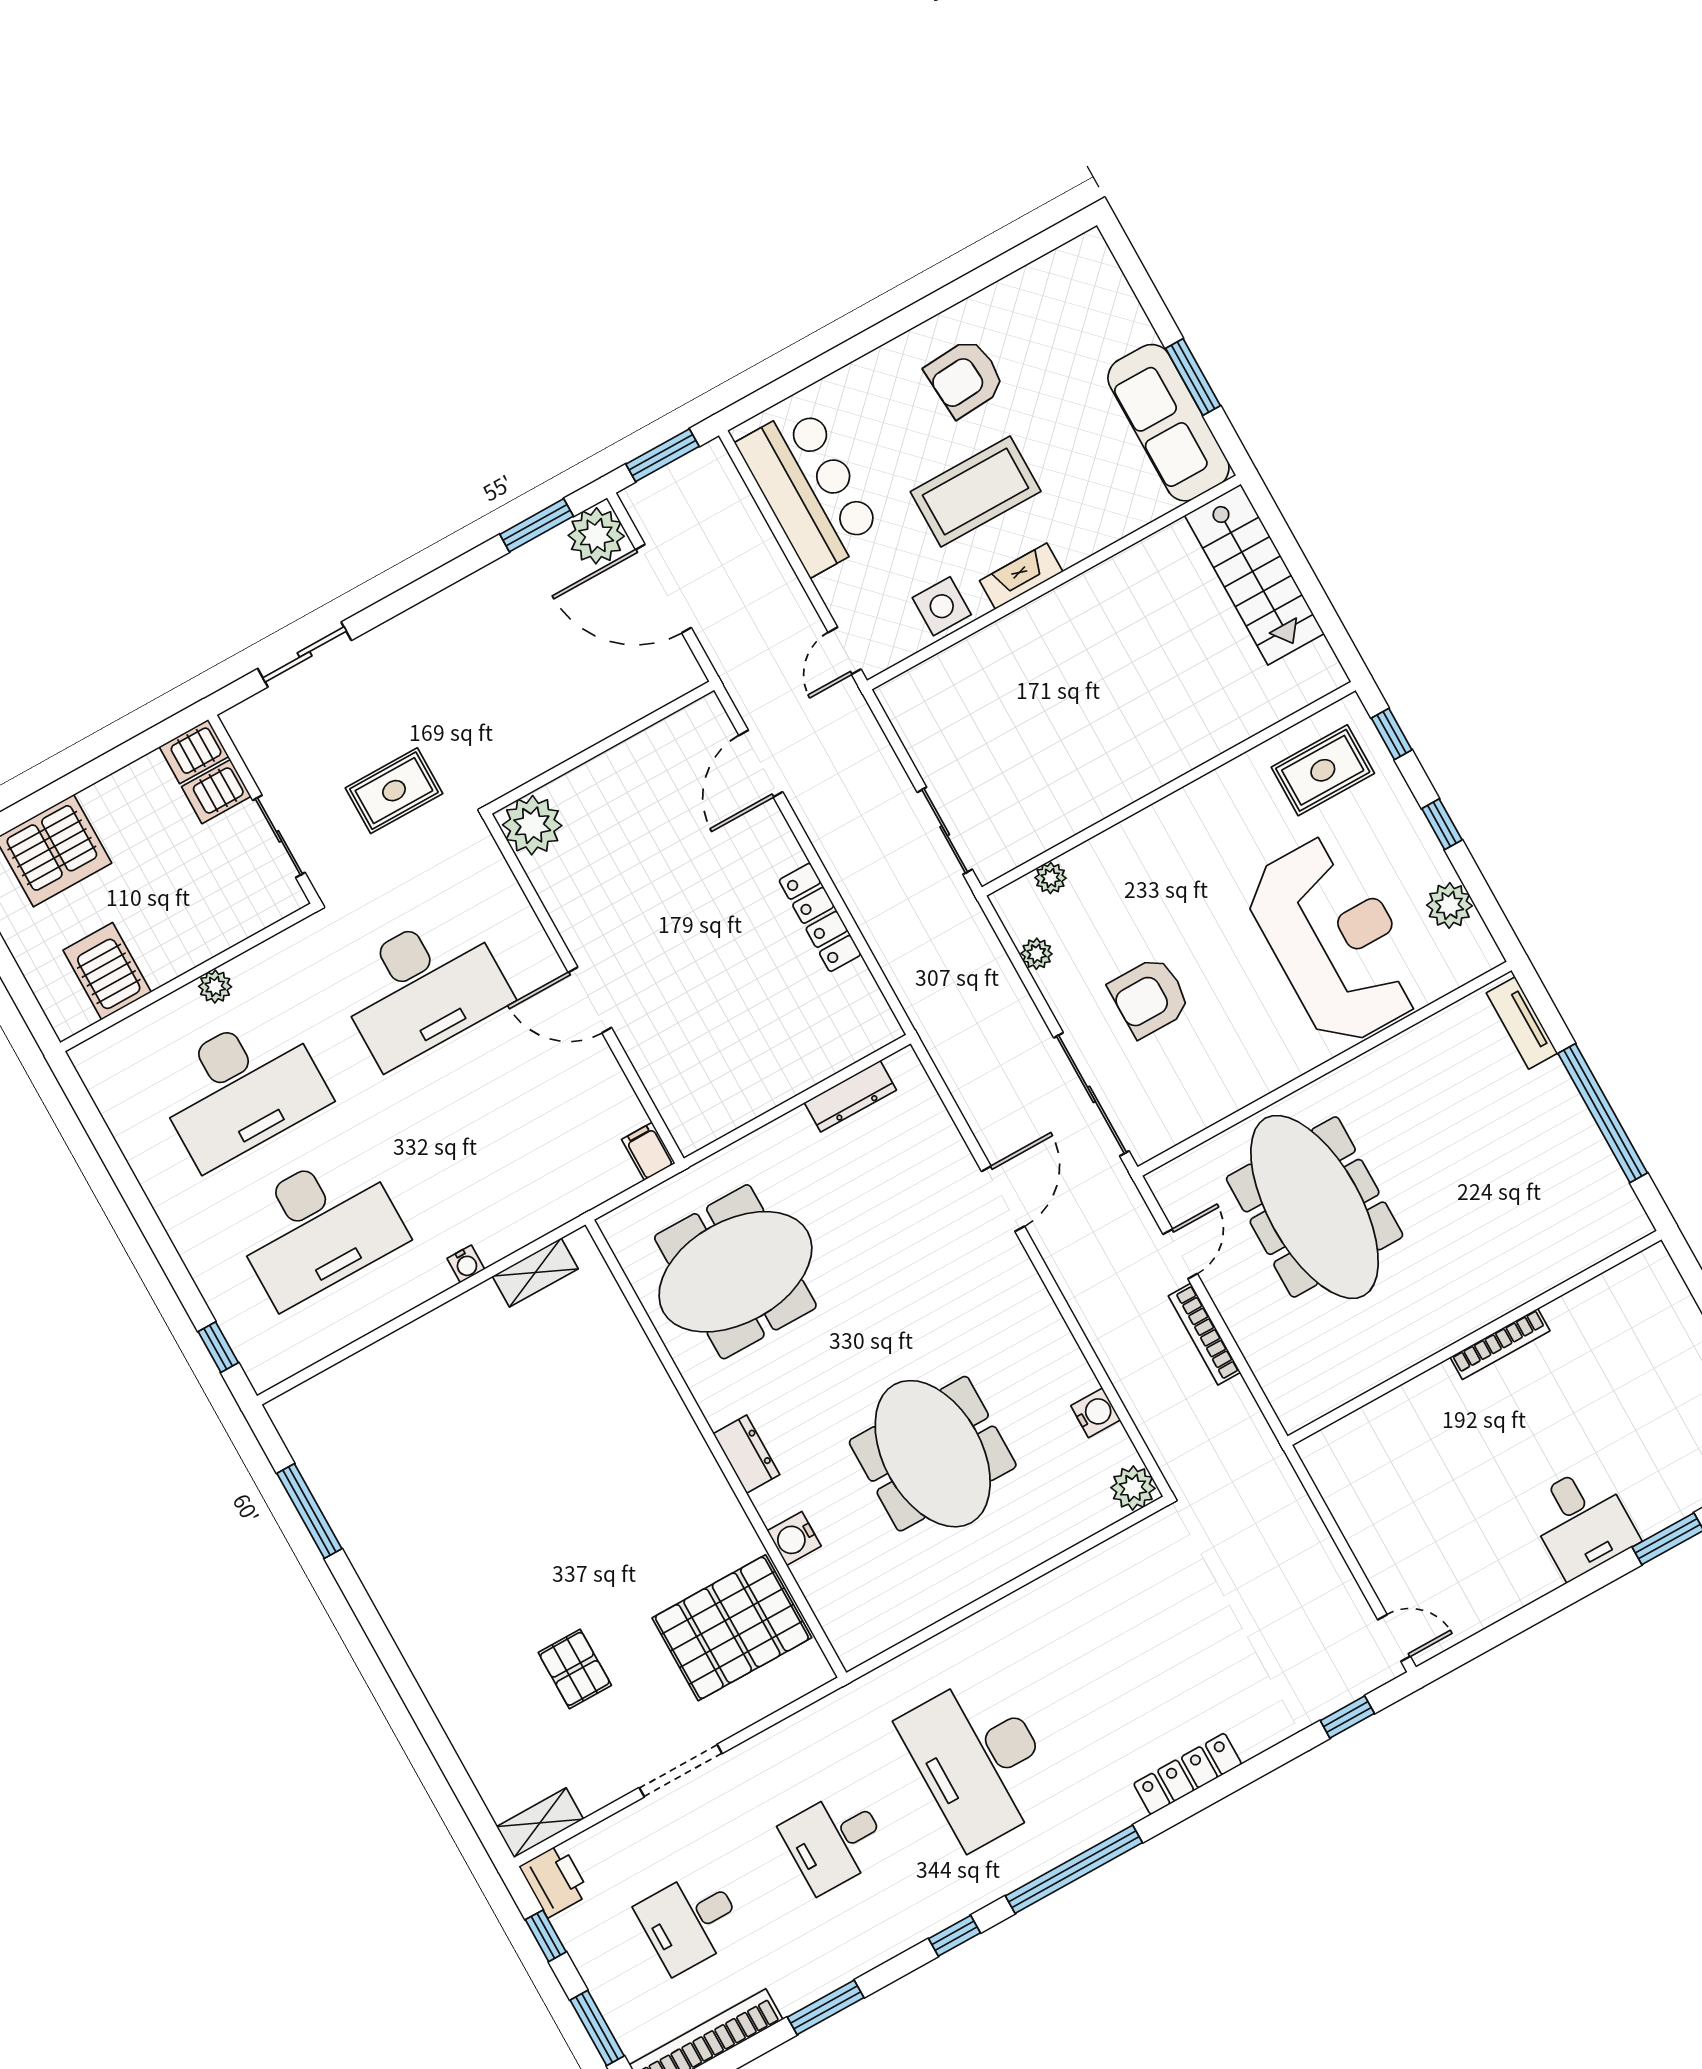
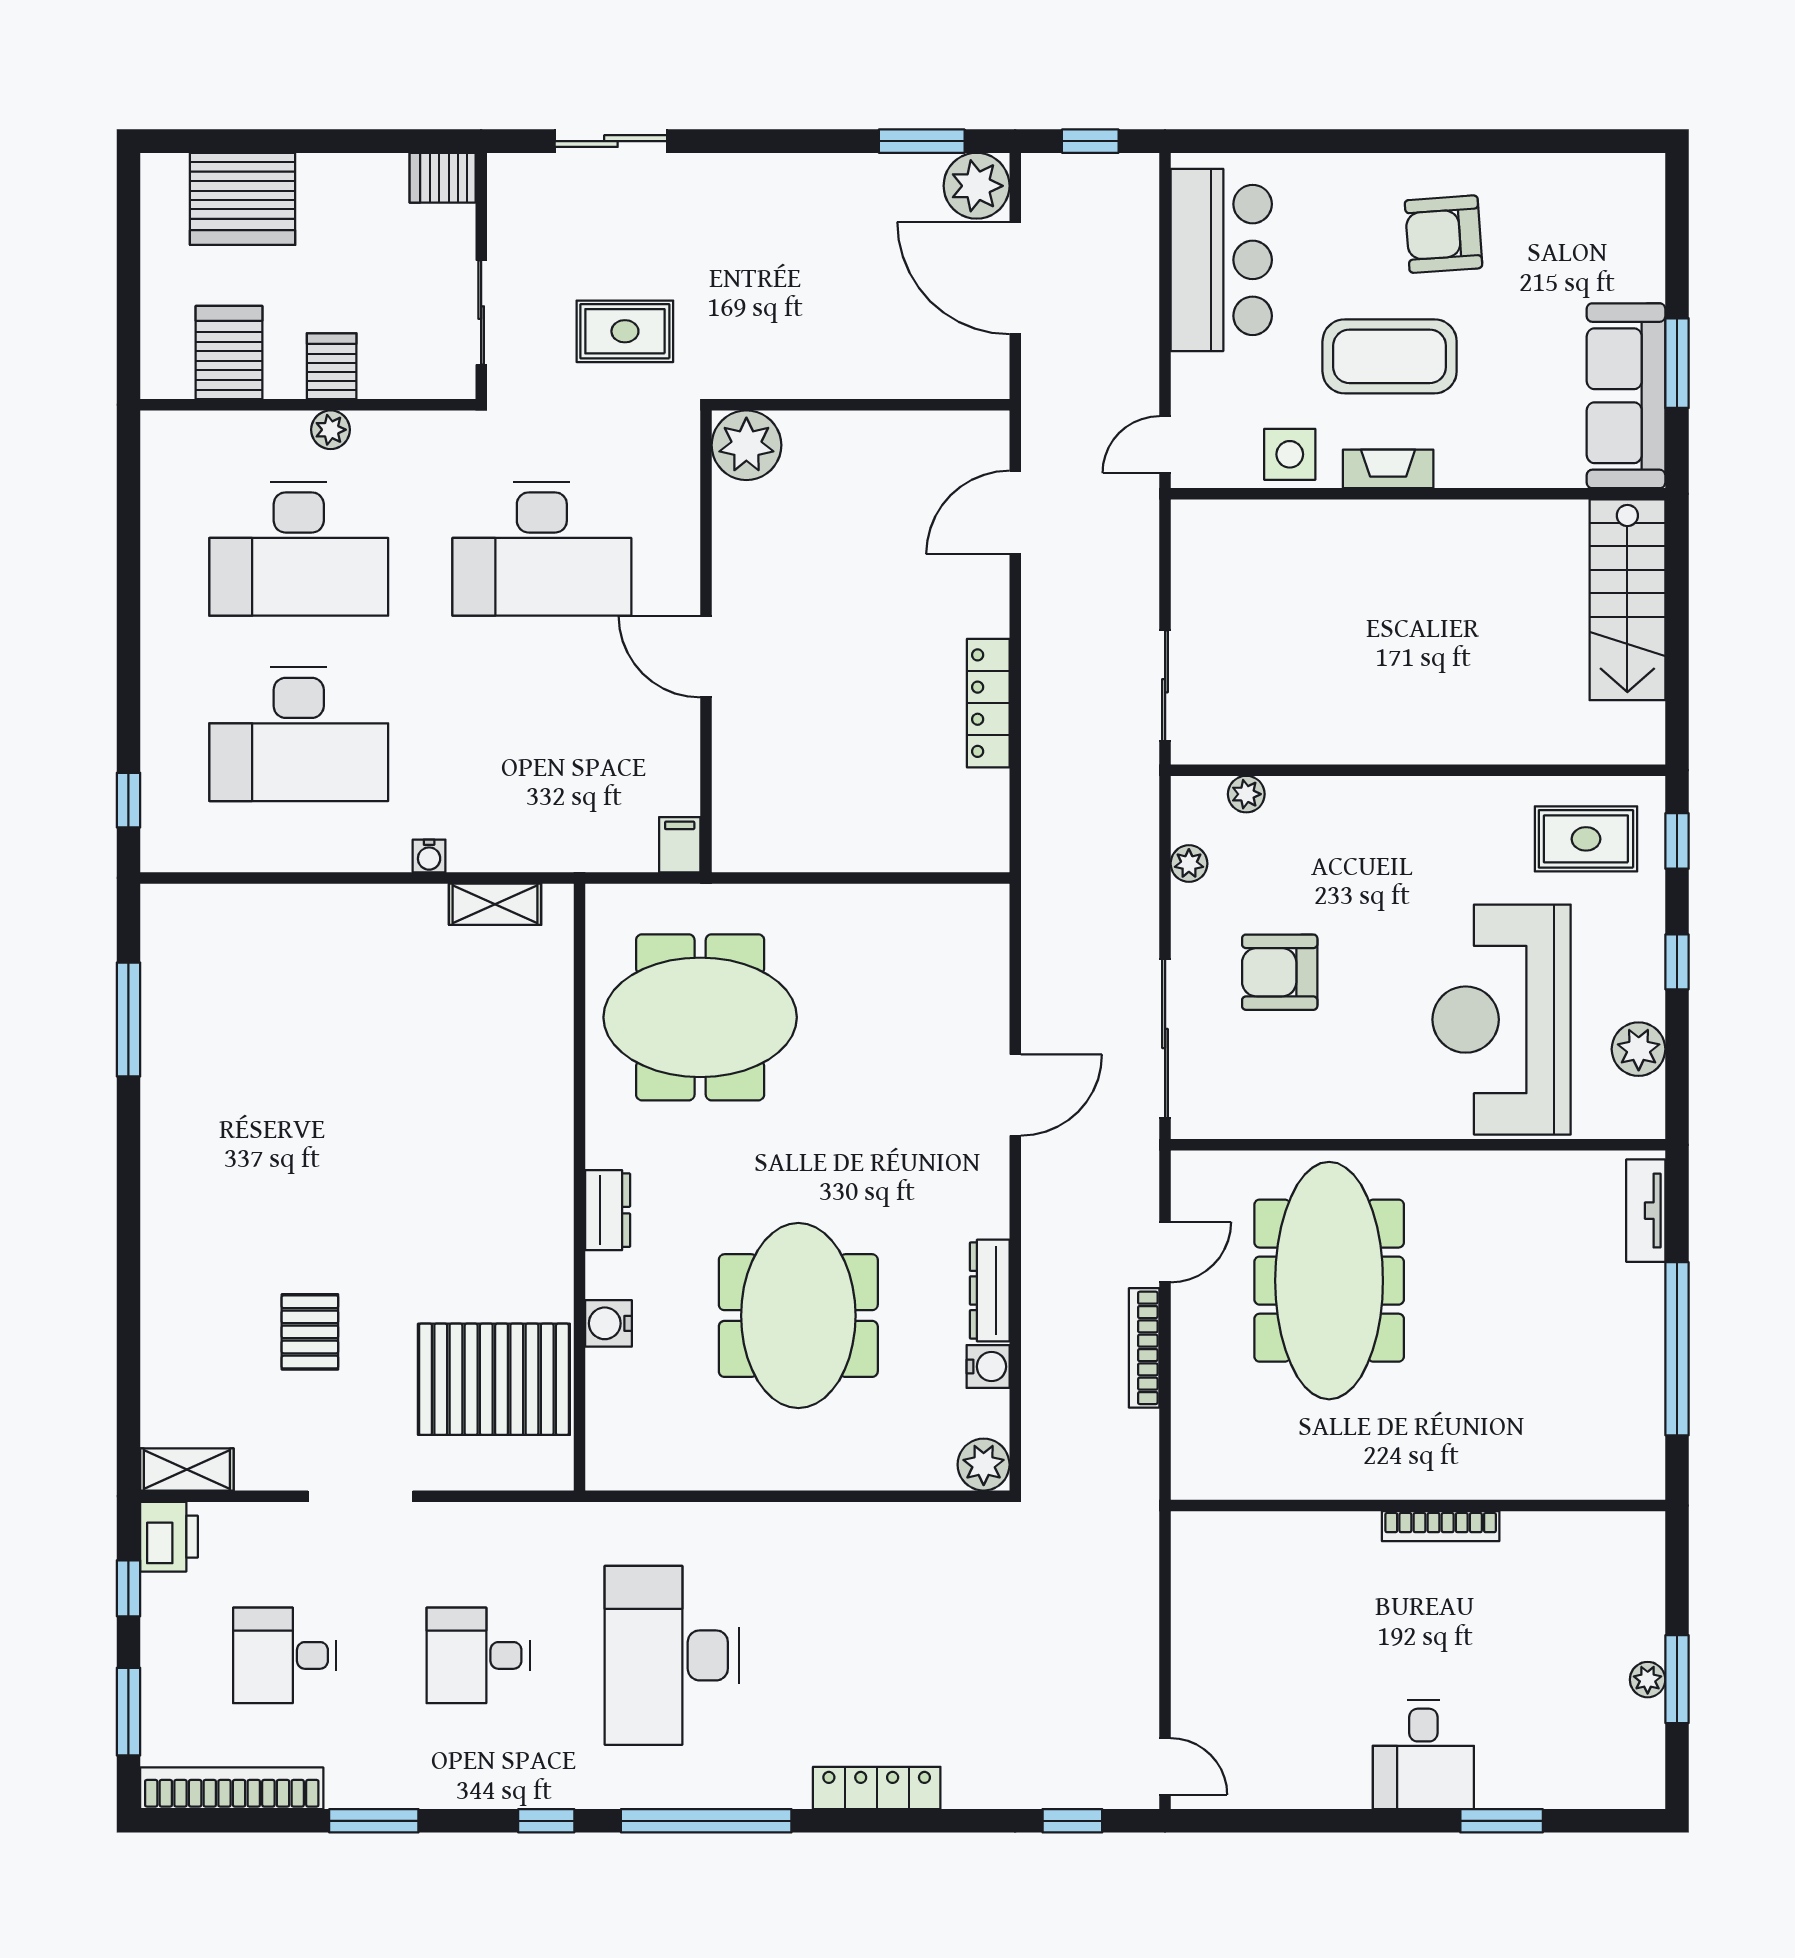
window: (663, 455) -> (1090, 141), width x0.67
server rack: (216, 792) -> (332, 366), moved, turned 90
reception desk: (1335, 940) -> (1502, 1020), turned 180
dresser: (850, 1096) -> (990, 1290), moved, turned 90

